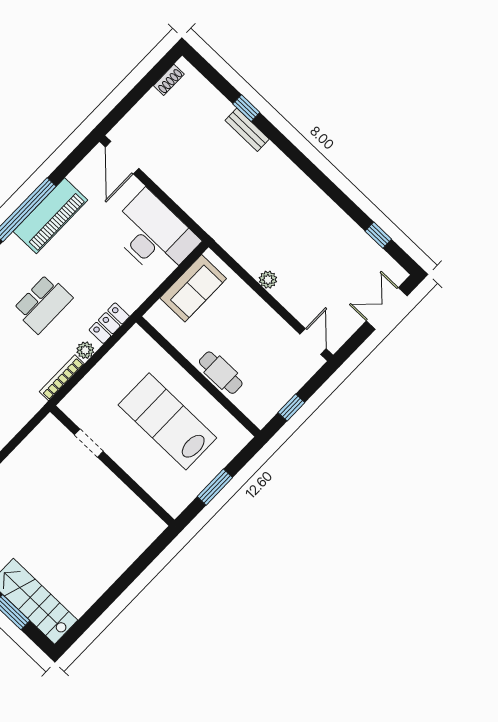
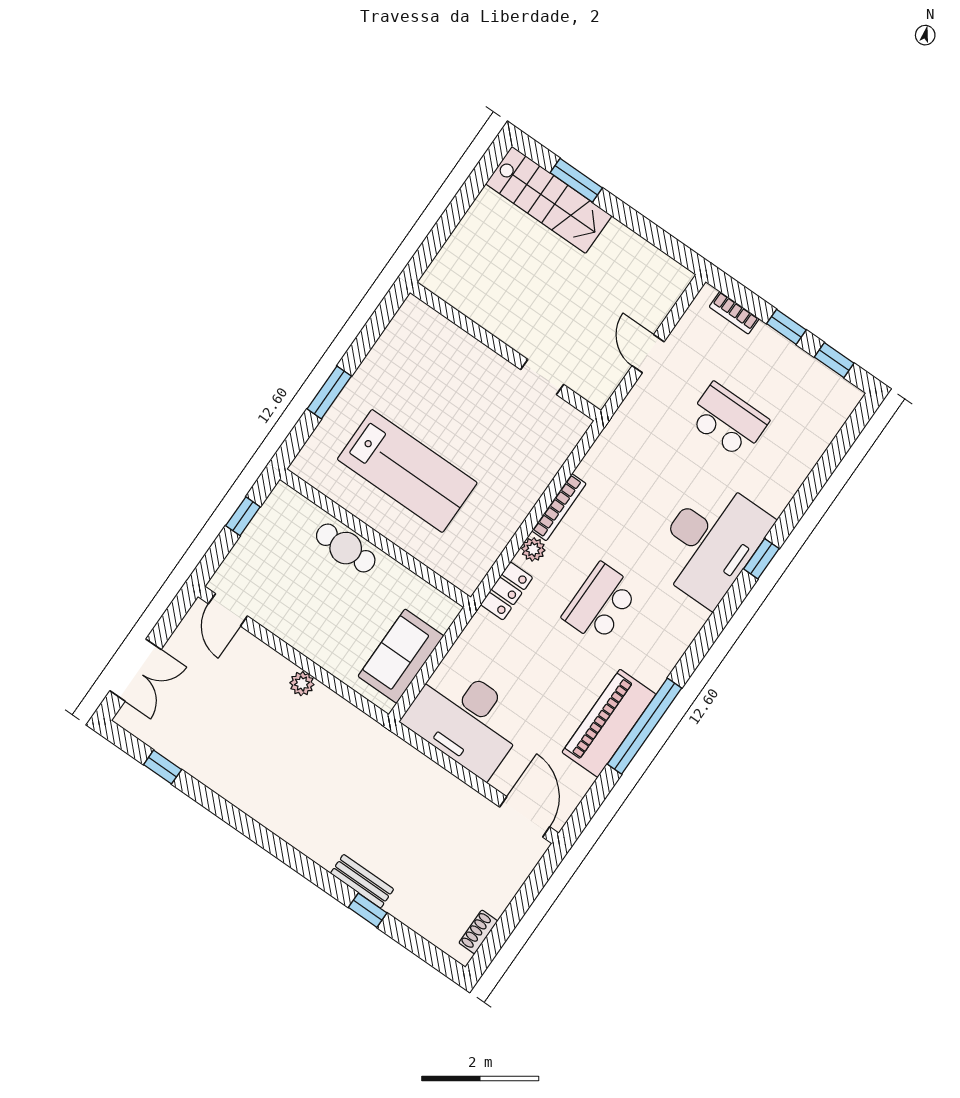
doorway: (89, 443) -> (542, 377), moved
wall: (112, 466) -> (505, 351), moved

